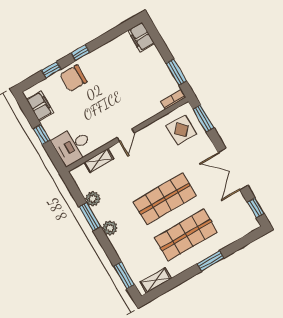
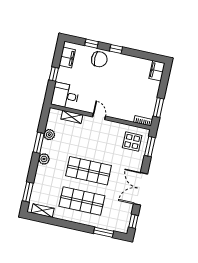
chair: (73, 78) -> (99, 59), turned 180
door: (126, 135) -> (99, 116), swing flipped
window: (210, 261) -> (104, 232), moved

